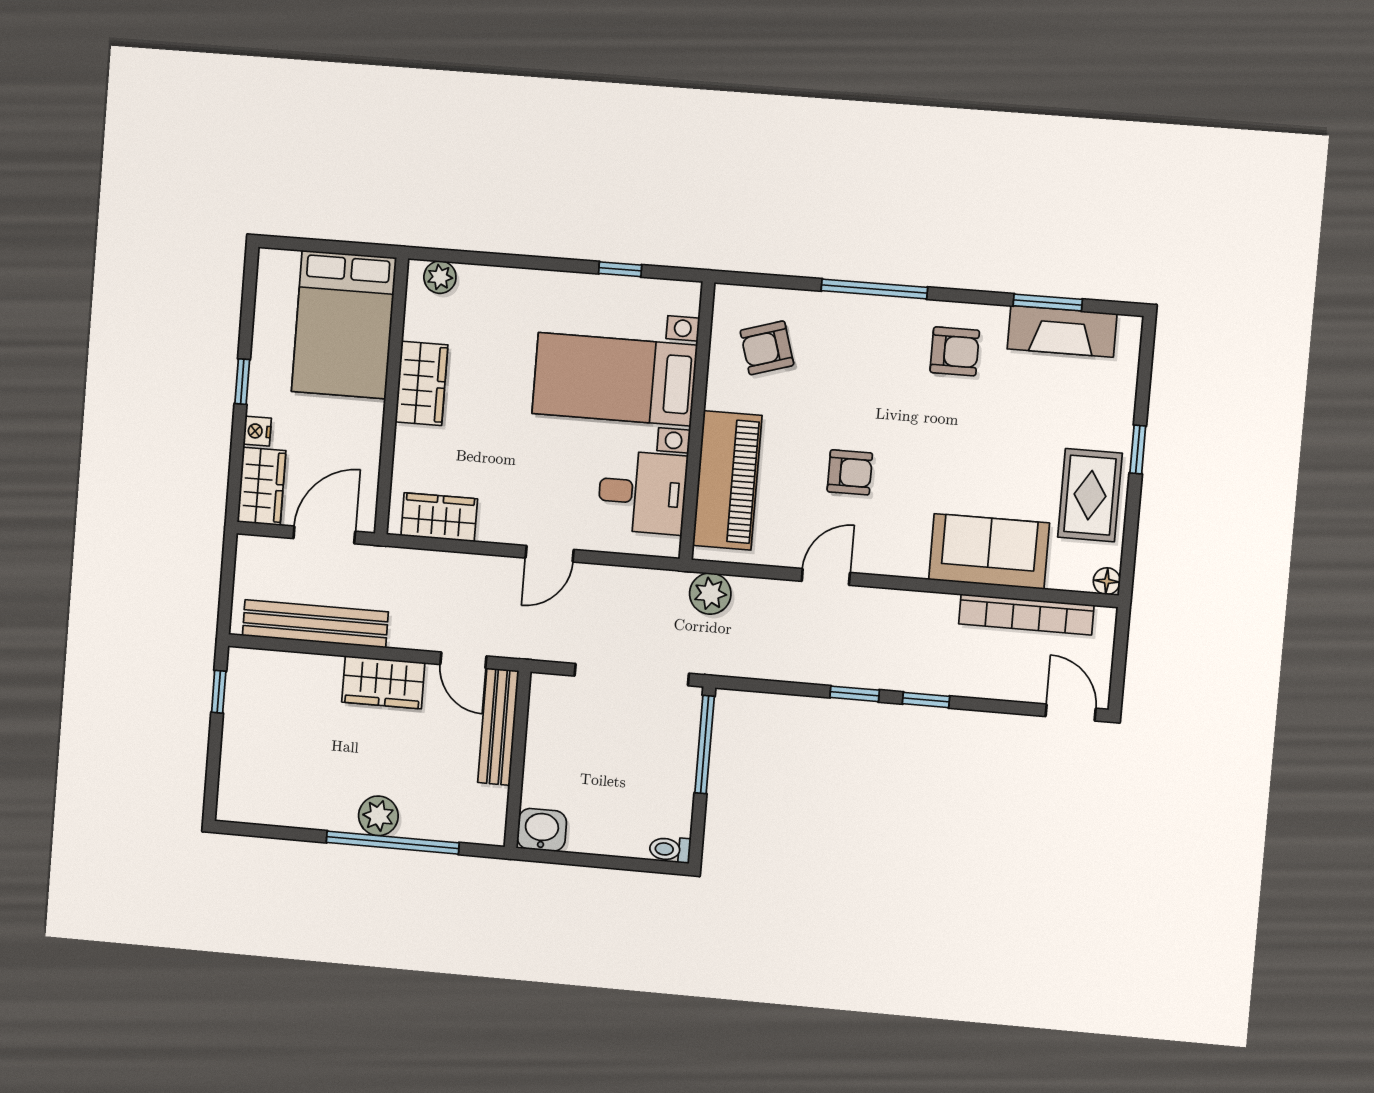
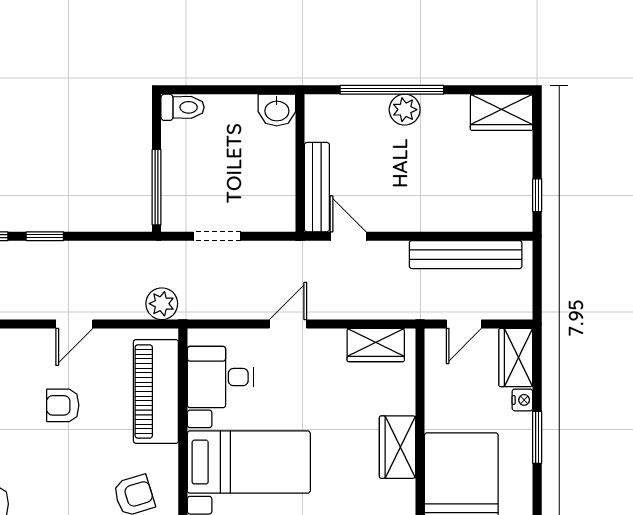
window: (242, 382) -> (537, 437), width x1.50
door: (324, 535) -> (464, 324), width x0.73
doorway: (632, 675) -> (217, 236), width x0.53
wardrobe: (383, 682) -> (501, 112), moved, turned 180
toilet: (670, 849) -> (183, 107), width x1.37, depth x1.39

